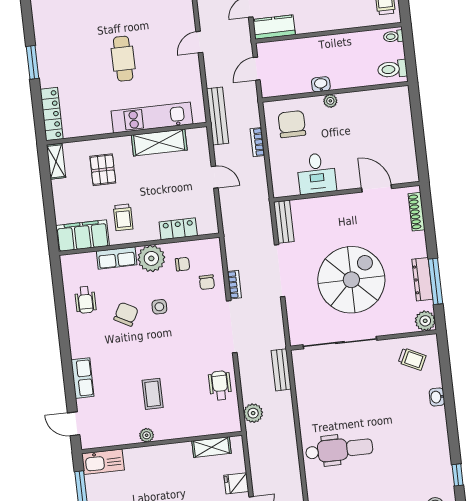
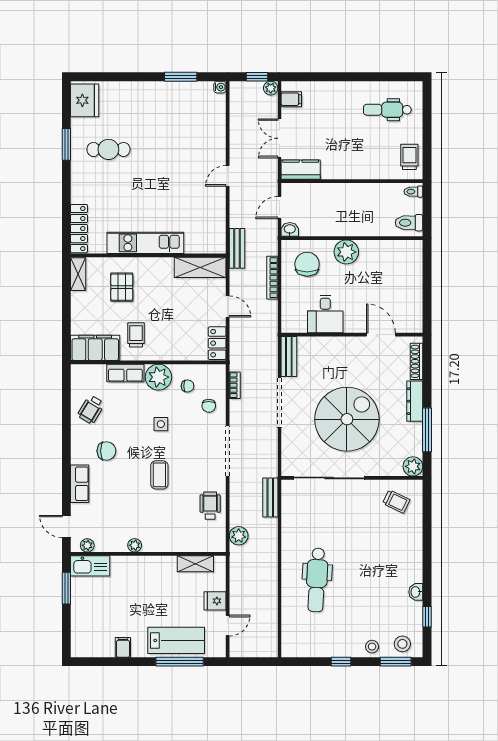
cafe table: (123, 59) -> (108, 149), moved, turned 90
window: (33, 62) -> (66, 144), moved
washbasin: (321, 84) -> (290, 229), moved
plant: (330, 101) -> (346, 252), width x1.88, depth x1.88
bench: (218, 116) -> (237, 248), width x0.73
kitchen unit: (152, 118) -> (145, 243), moved
shelving: (159, 142) -> (200, 267), moved
bookcase: (257, 142) -> (272, 278), width x1.56
trolley: (123, 217) -> (136, 335), turned 180
locker: (178, 229) -> (217, 343), moved, turned -90
dresser: (422, 279) -> (415, 401), moved
bookcase: (234, 285) -> (235, 385), moved
wheelchair: (85, 300) -> (91, 409), turned 31
chair: (126, 314) -> (106, 451), moved, turned 62
coffee table: (153, 394) -> (159, 475), moved
washbasin: (437, 397) -> (416, 592), moved
plant: (98, 441) -> (87, 545), added
dental chair: (339, 450) -> (317, 580), turned 93

